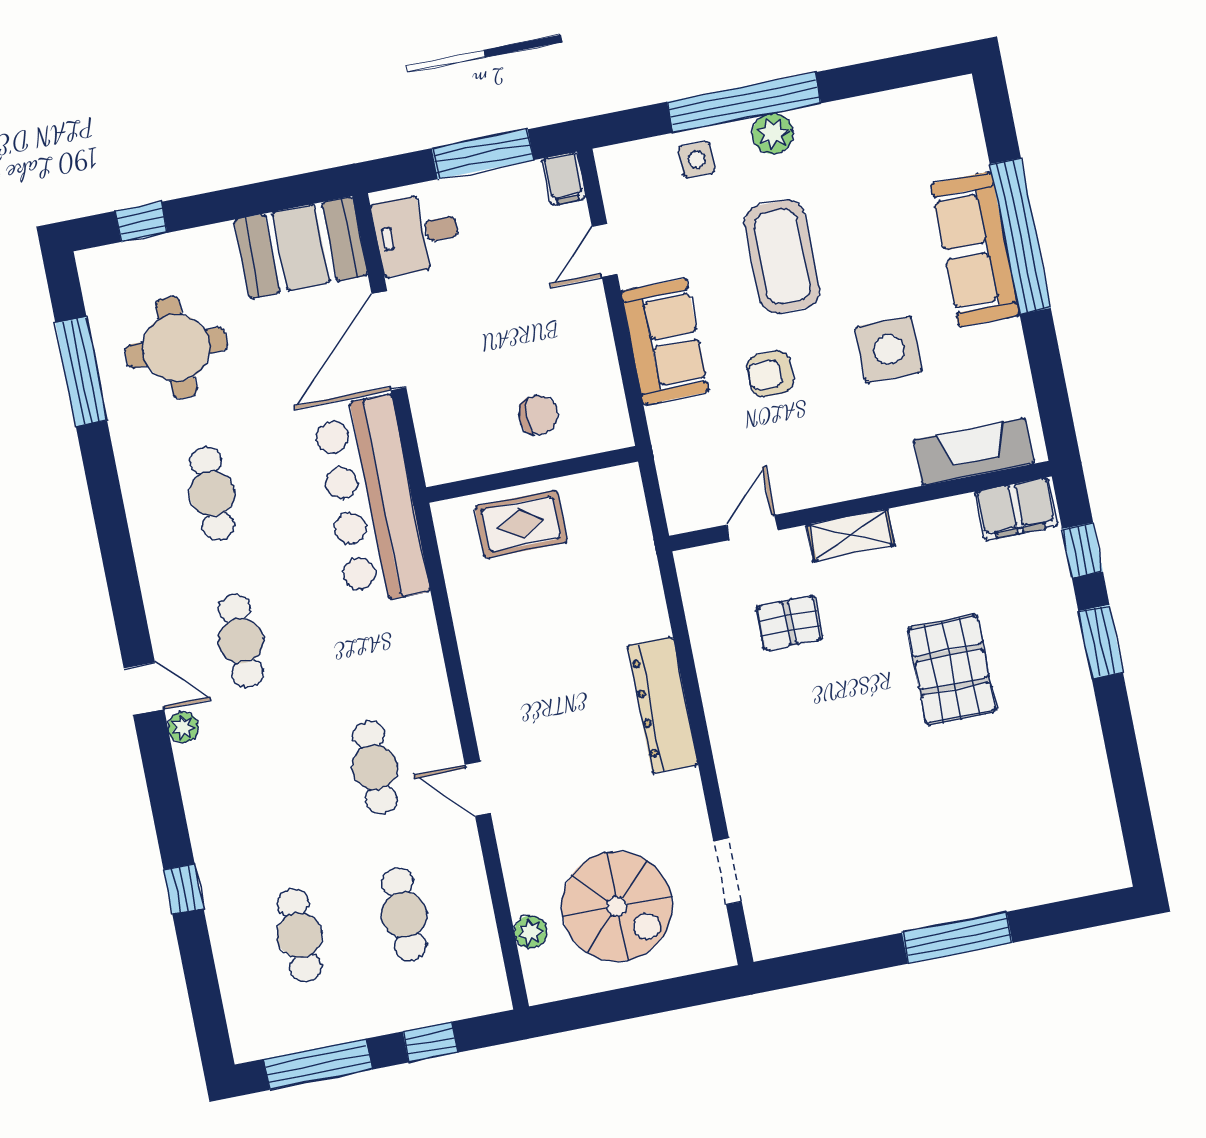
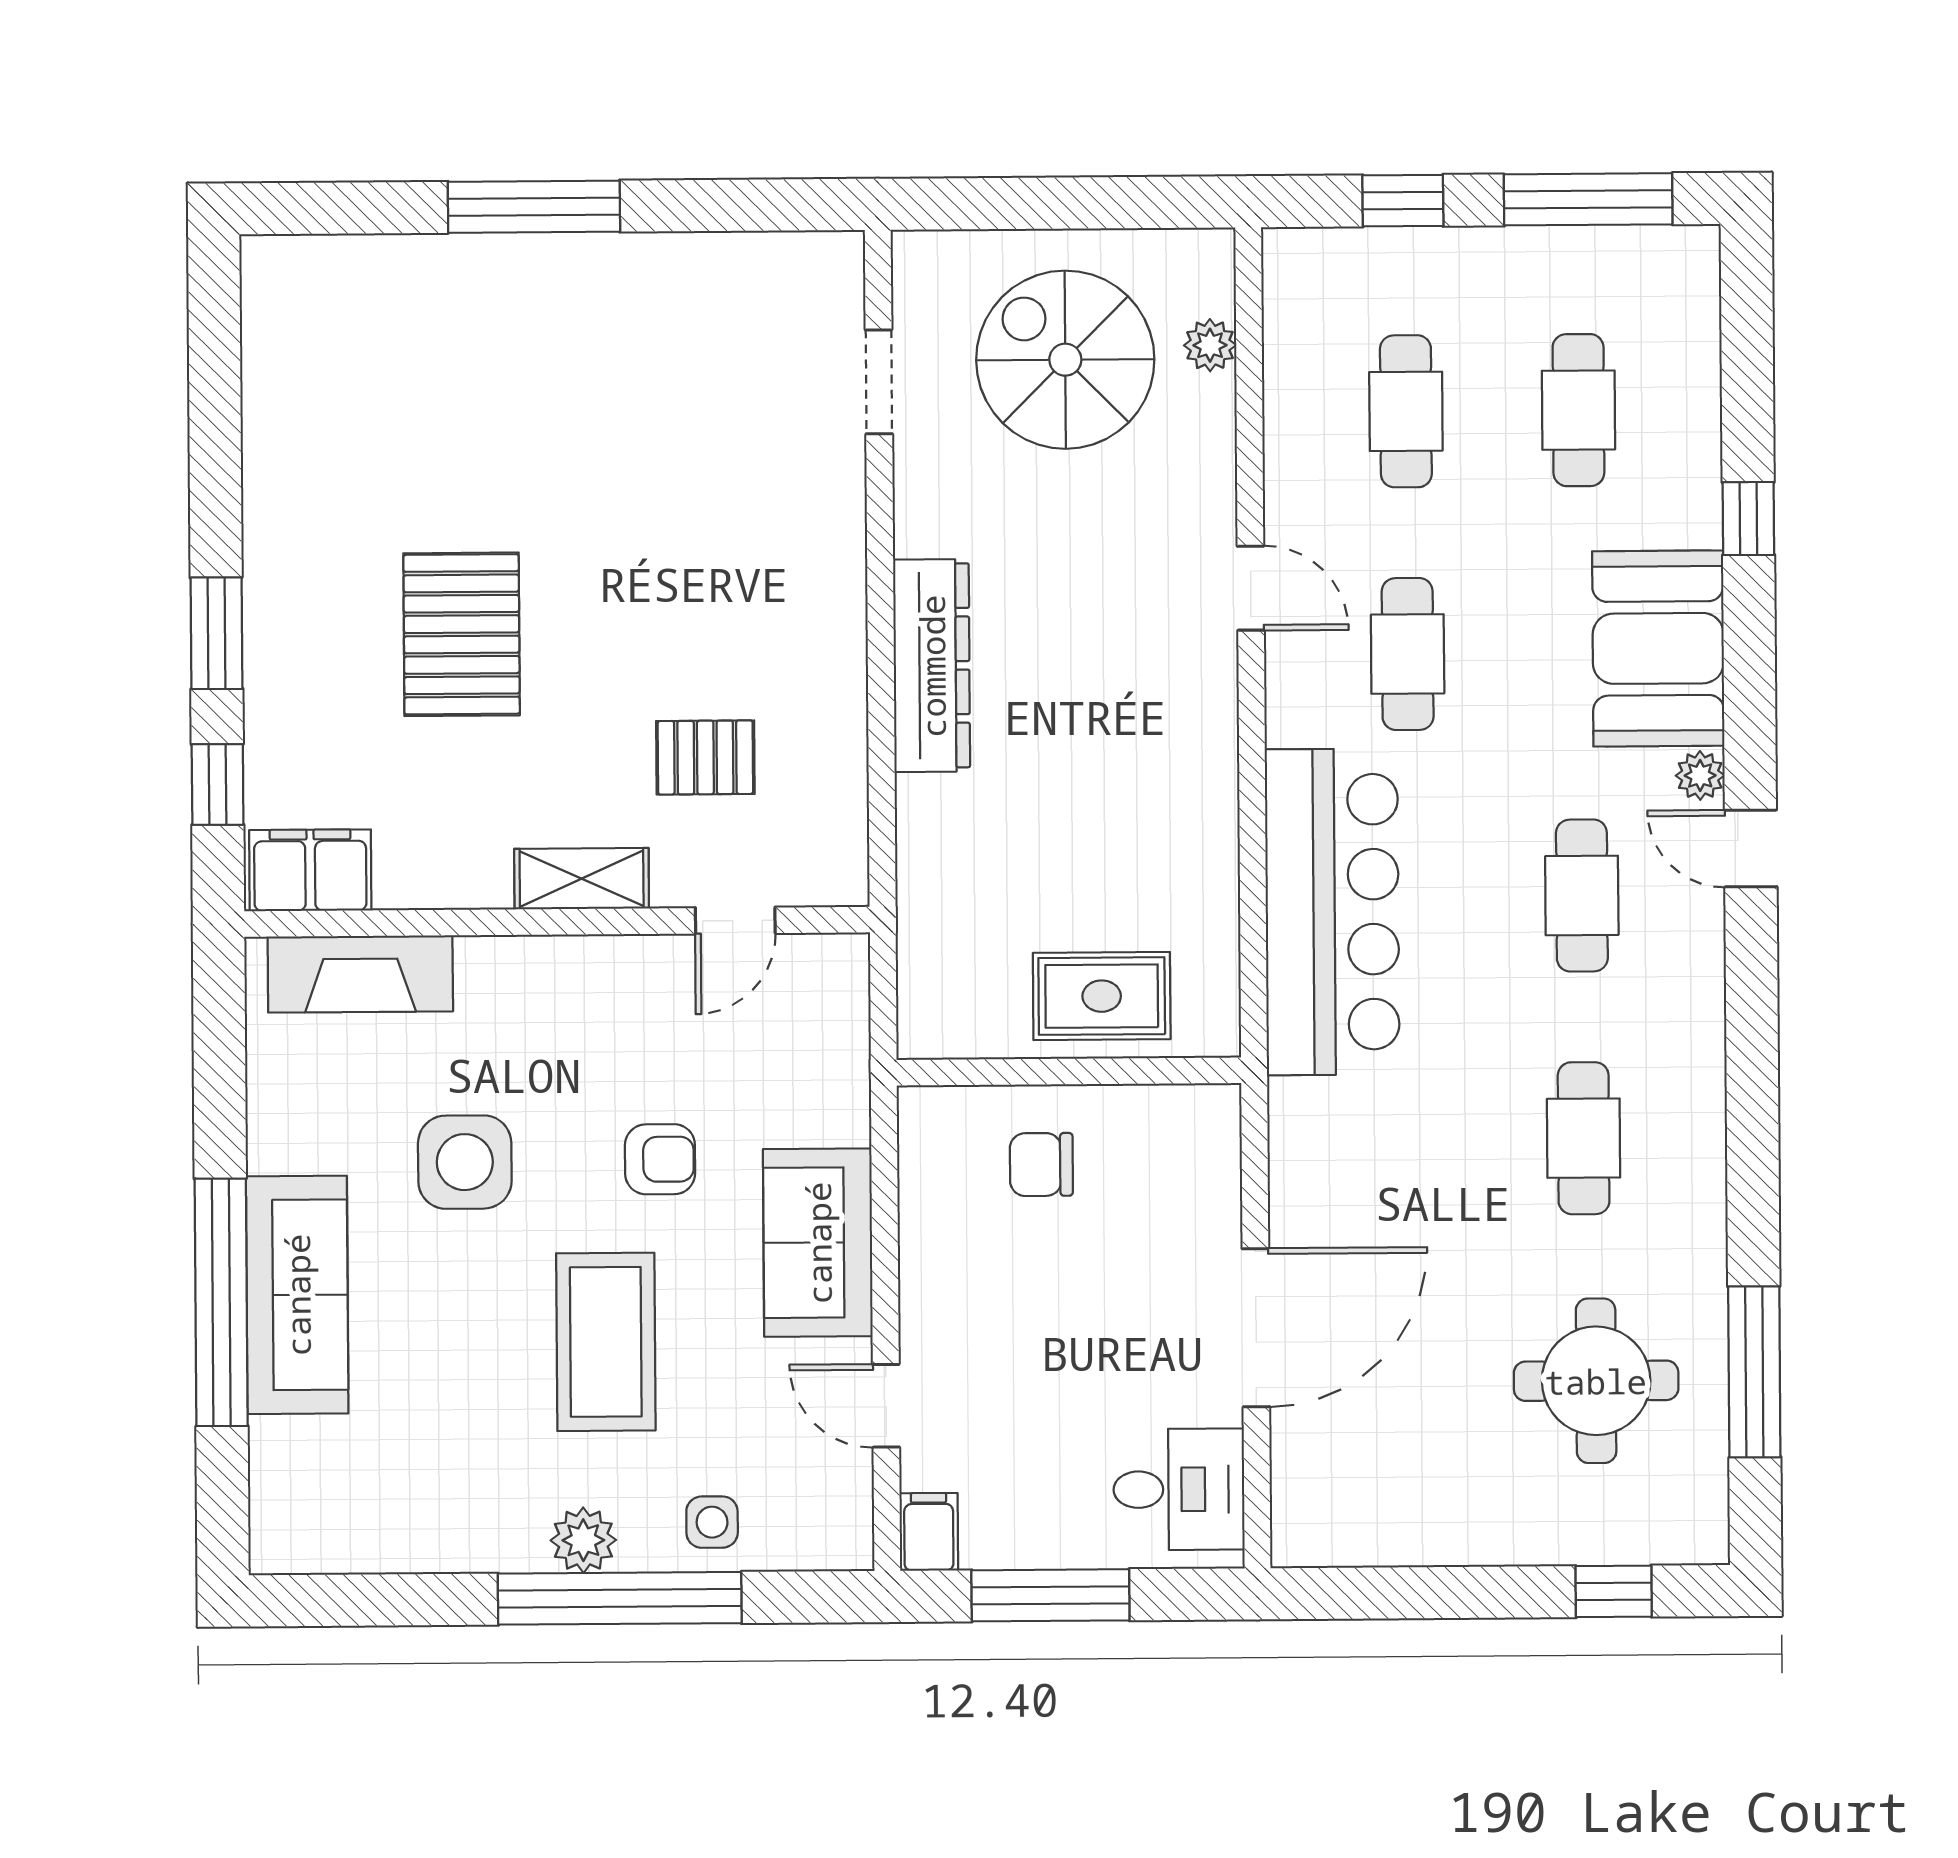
booth: (301, 248) -> (1658, 648), moved, turned 90
door: (605, 250) -> (886, 1406), swing flipped
bar counter: (371, 501) -> (1332, 912), moved

